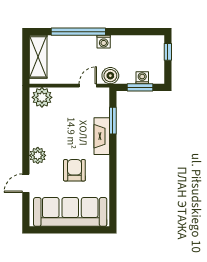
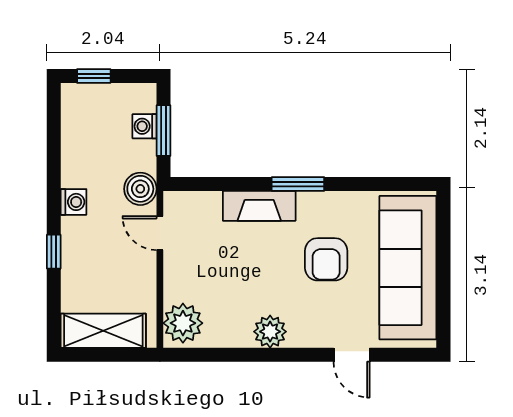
window: (78, 32) -> (54, 252), width x0.32
window: (113, 121) -> (298, 184), moved
plant: (38, 155) -> (270, 332), moved
armchair: (74, 170) -> (326, 259), turned -90

